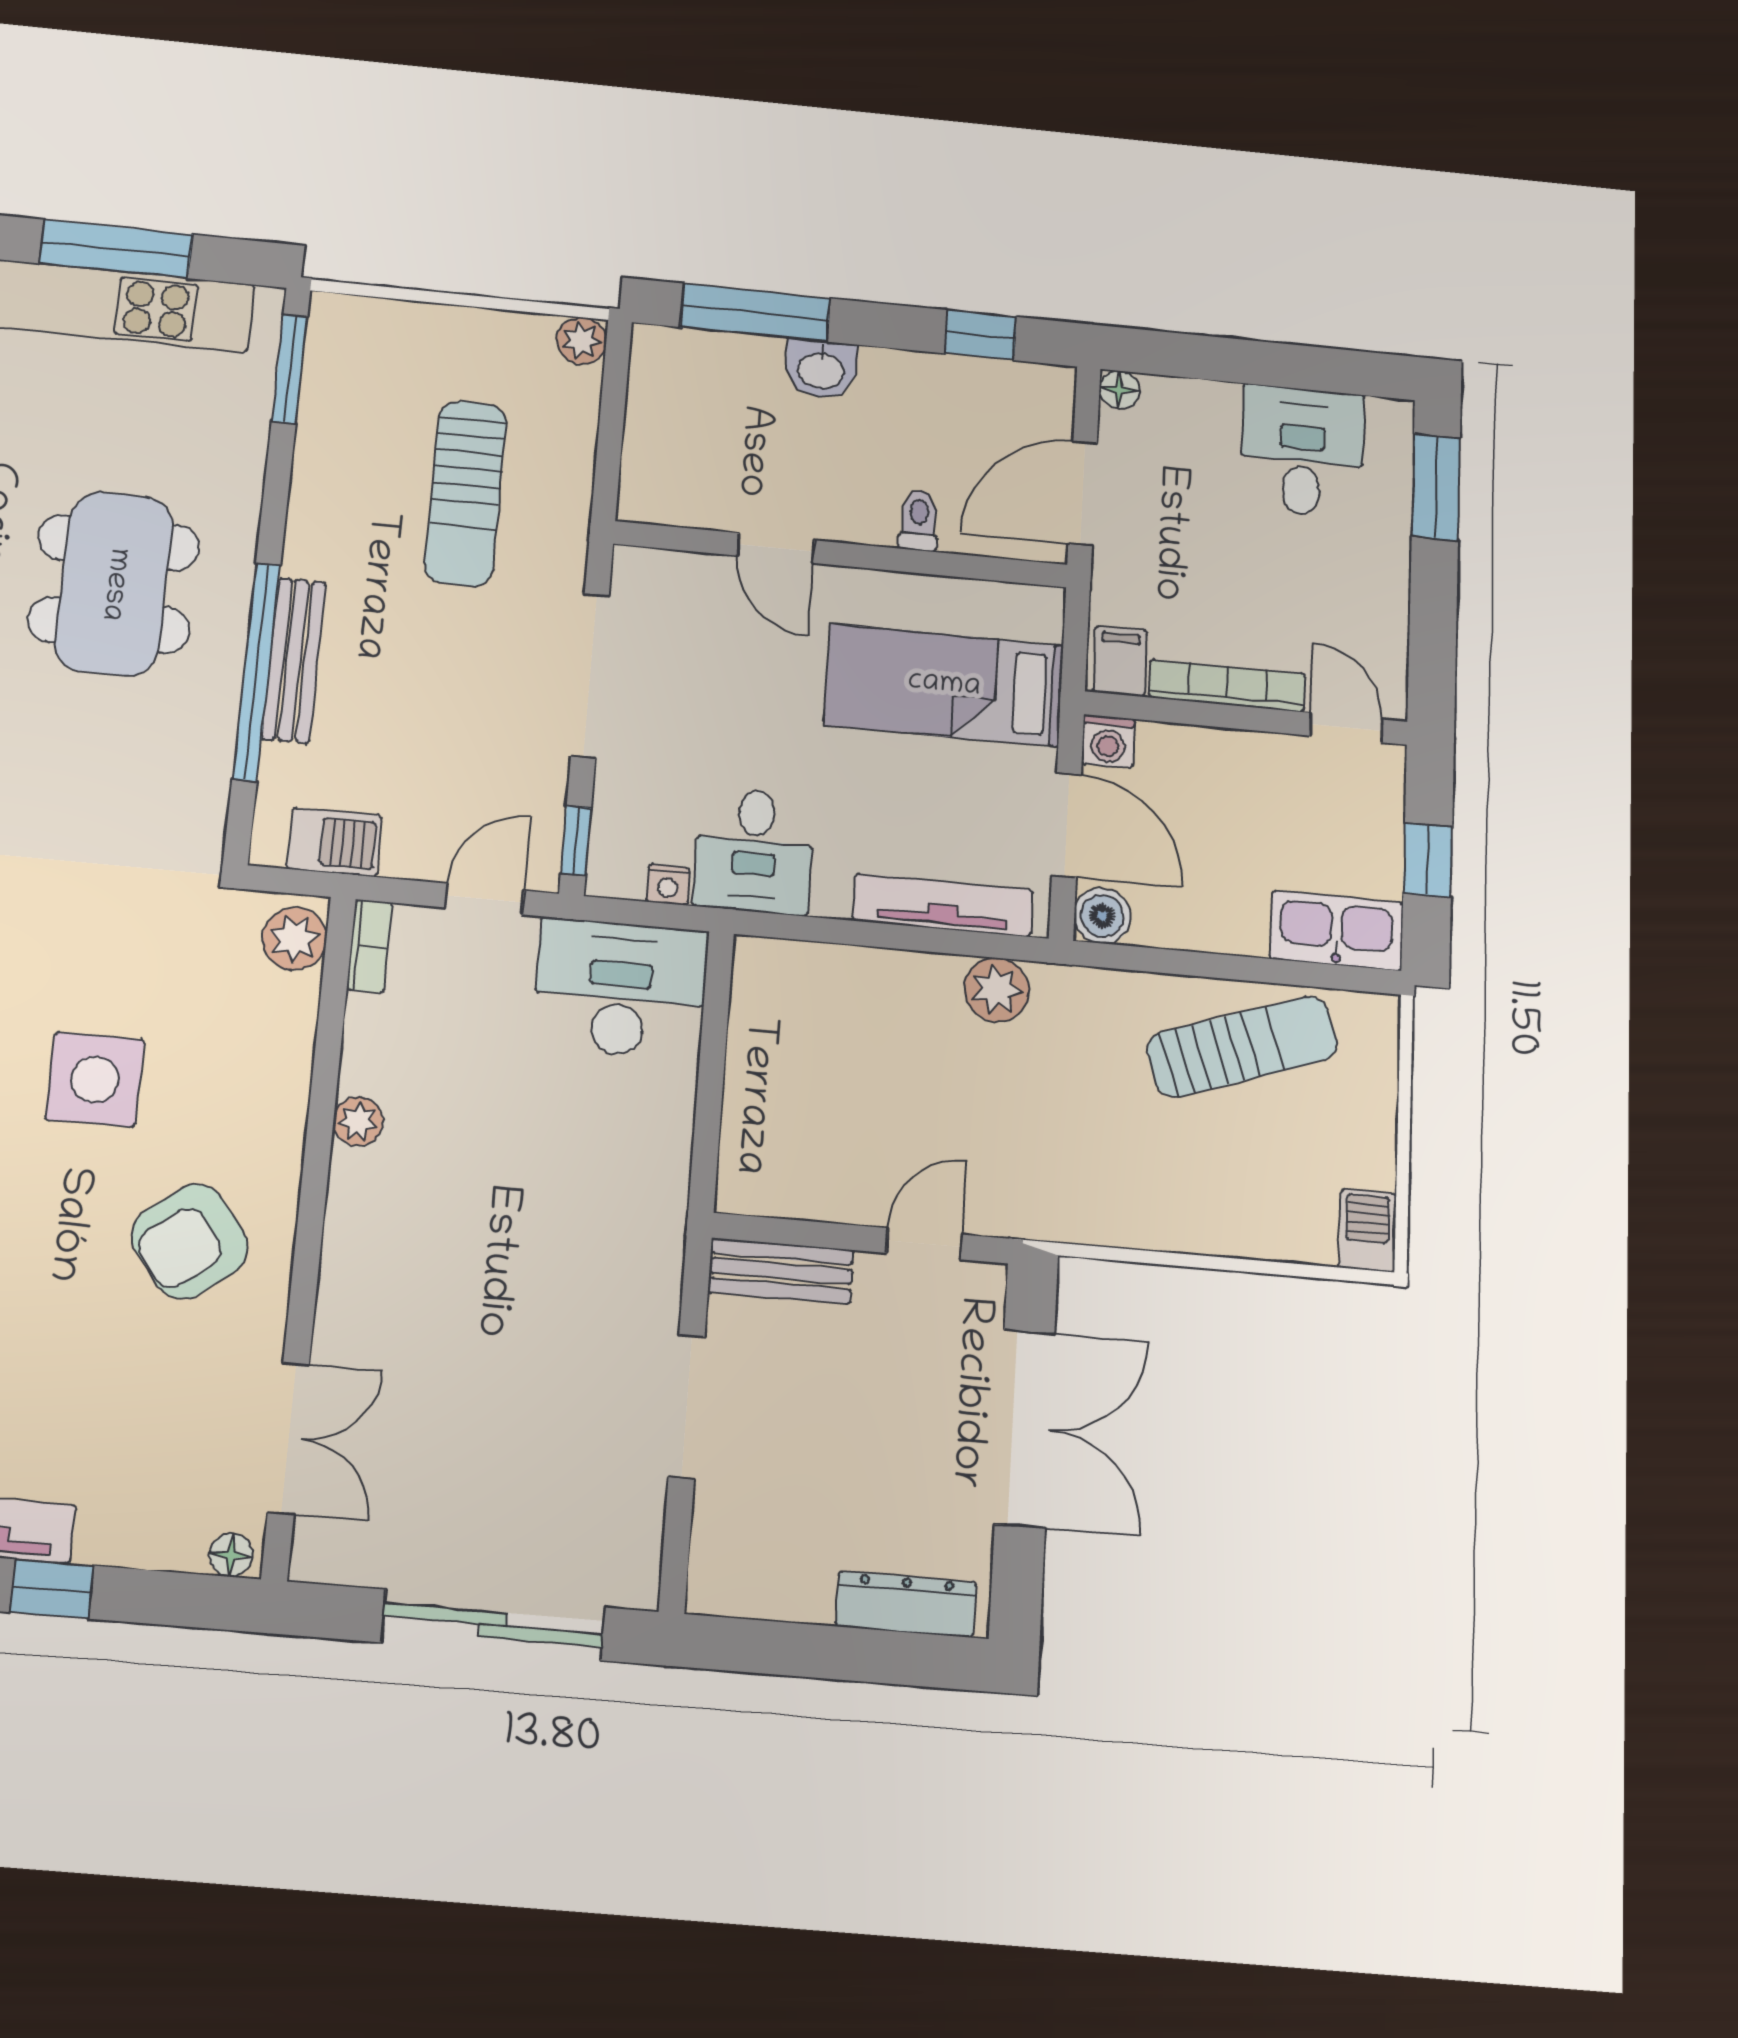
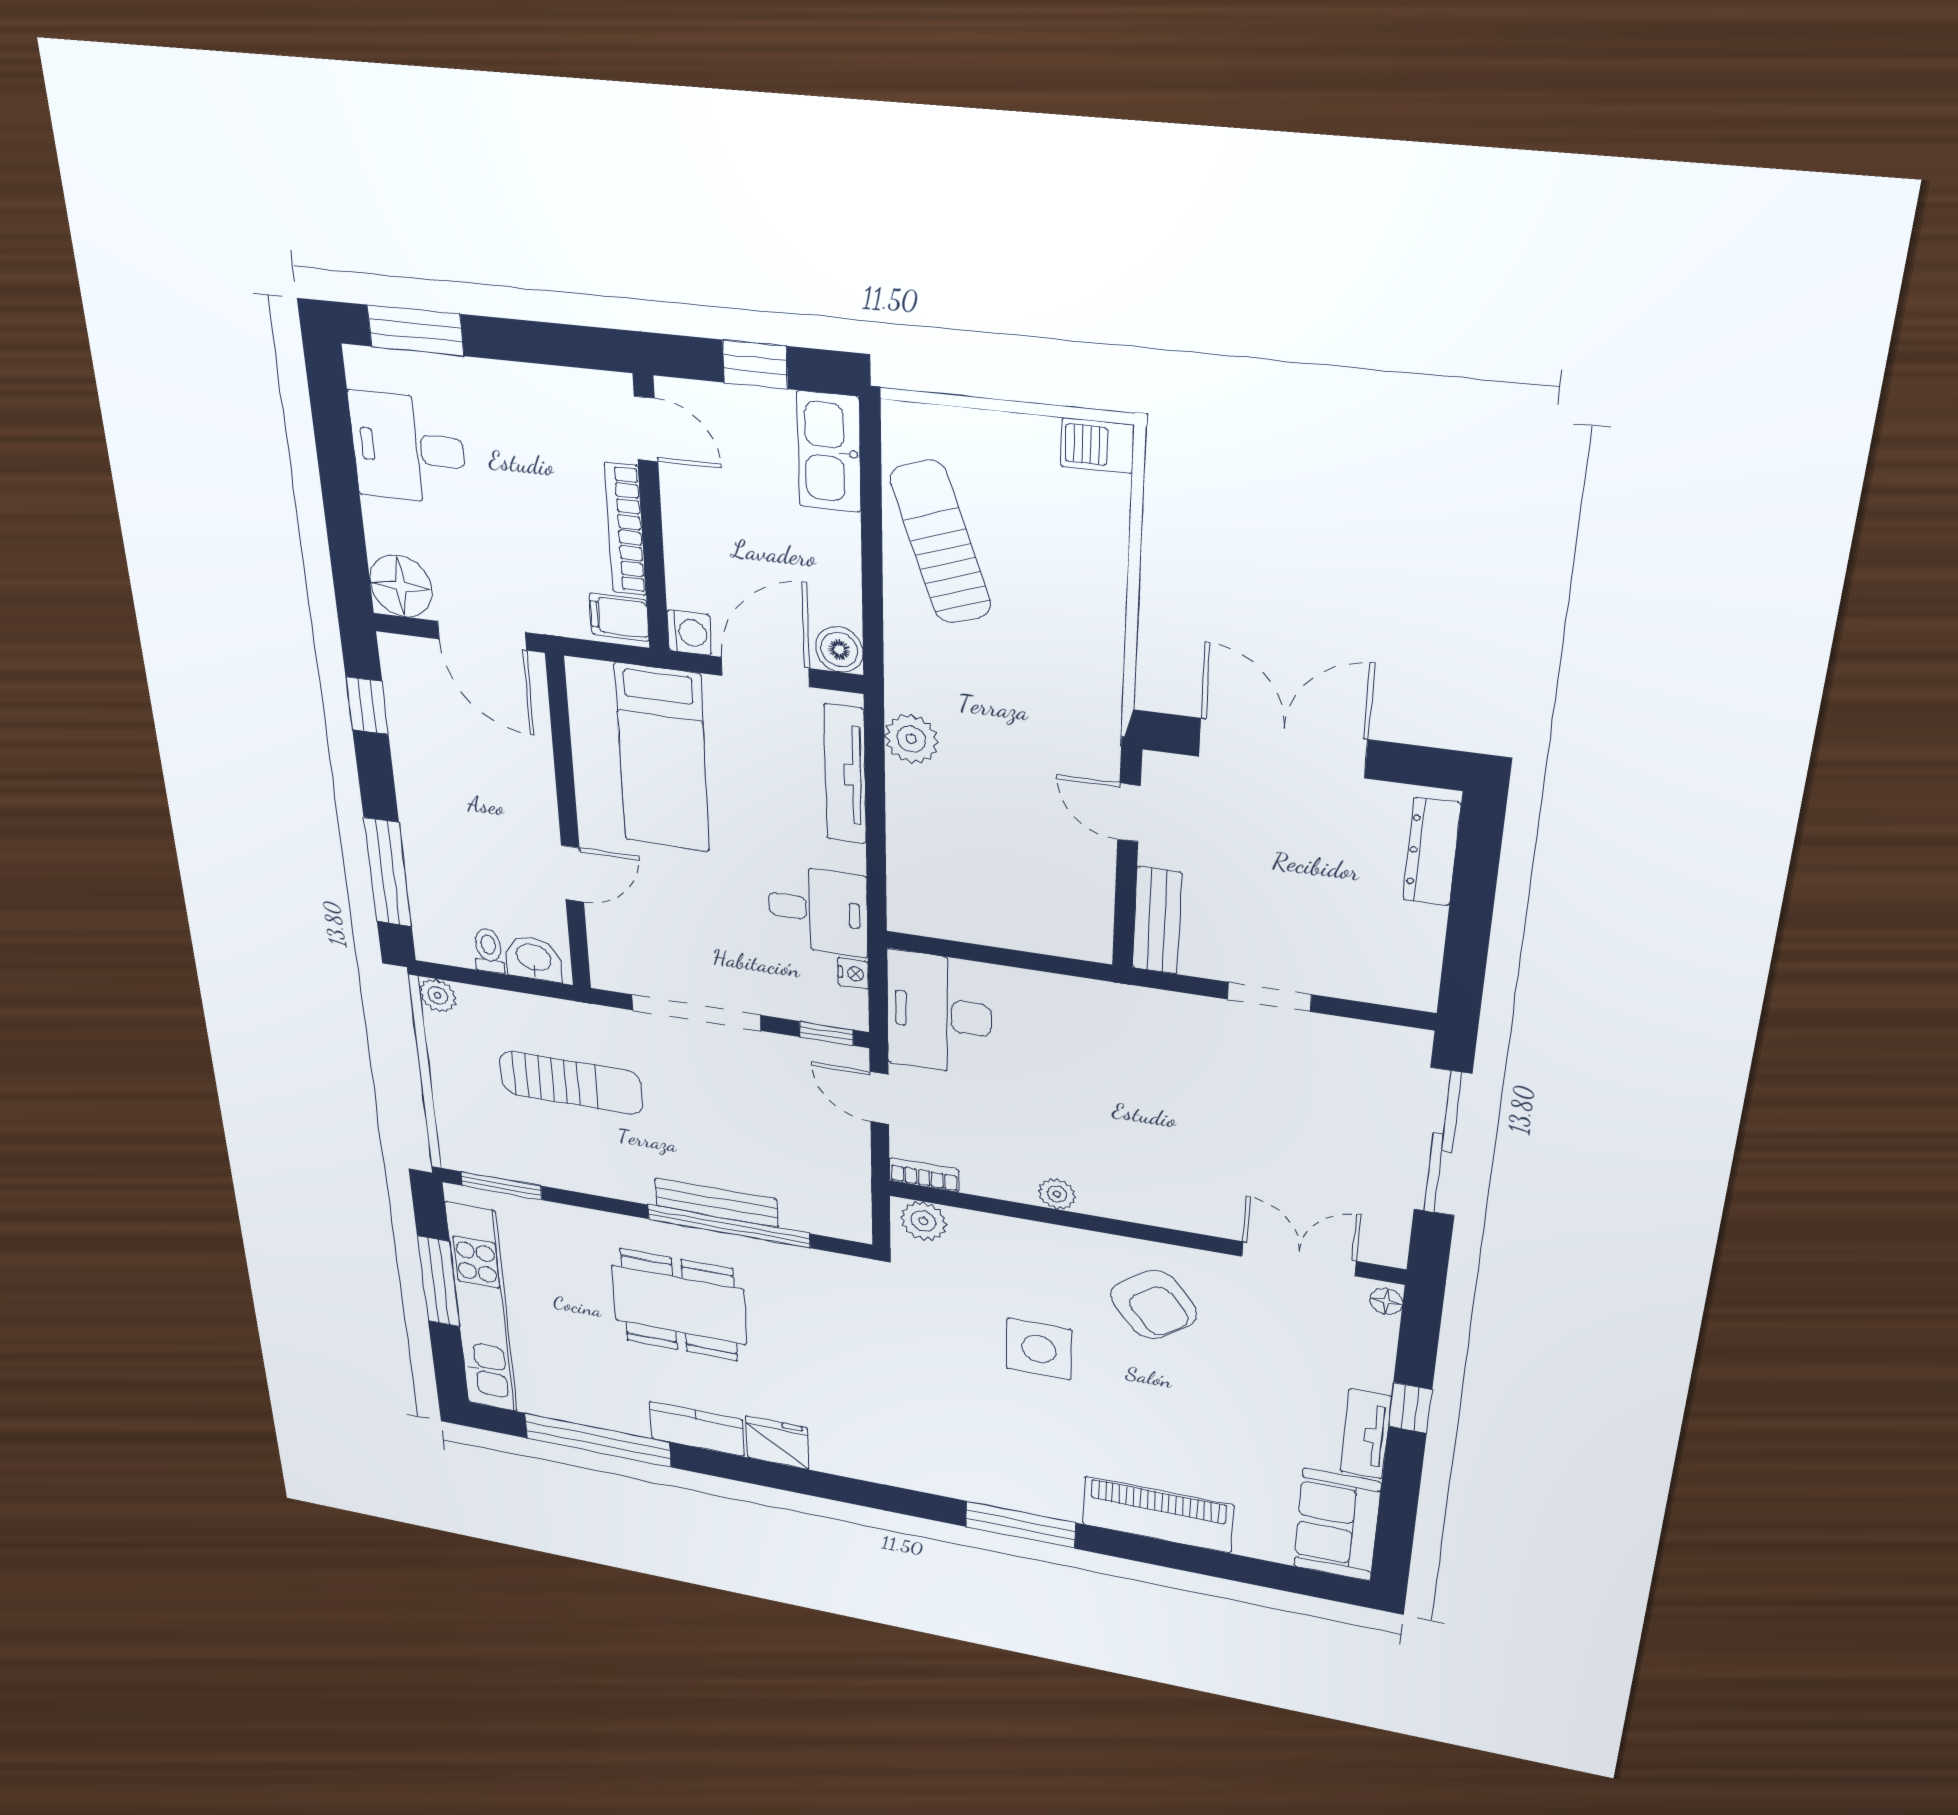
washbasin: (821, 369) -> (534, 958), moved, turned -90
floor lamp: (1119, 390) -> (401, 586), width x1.89, depth x1.89
toilet: (919, 520) -> (489, 950), moved, turned 90
door: (1346, 728) -> (646, 429), swing flipped
barbecue: (334, 842) -> (848, 1190), removed
doorway: (687, 1407) -> (1269, 997), width x0.73

